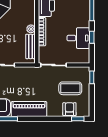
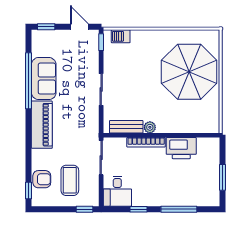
desk: (78, 38) -> (117, 191), moved

